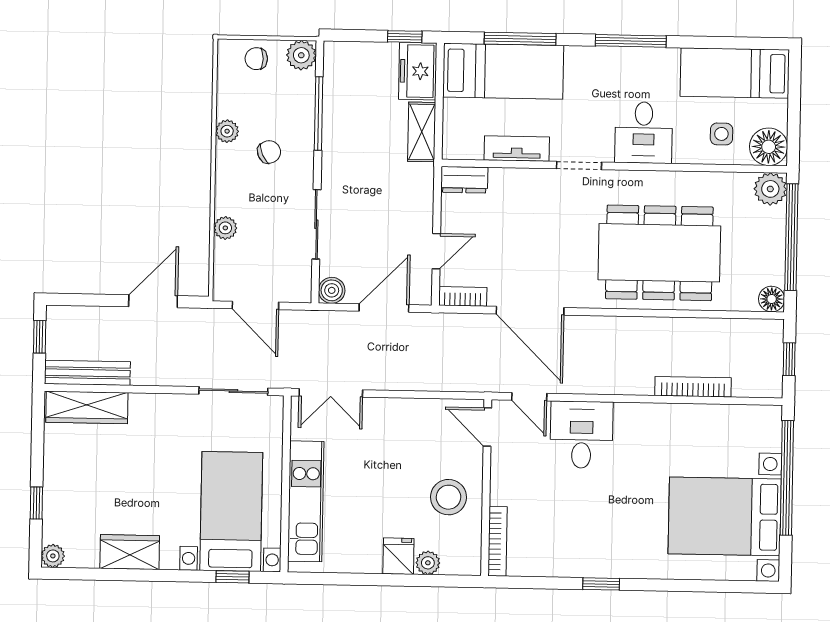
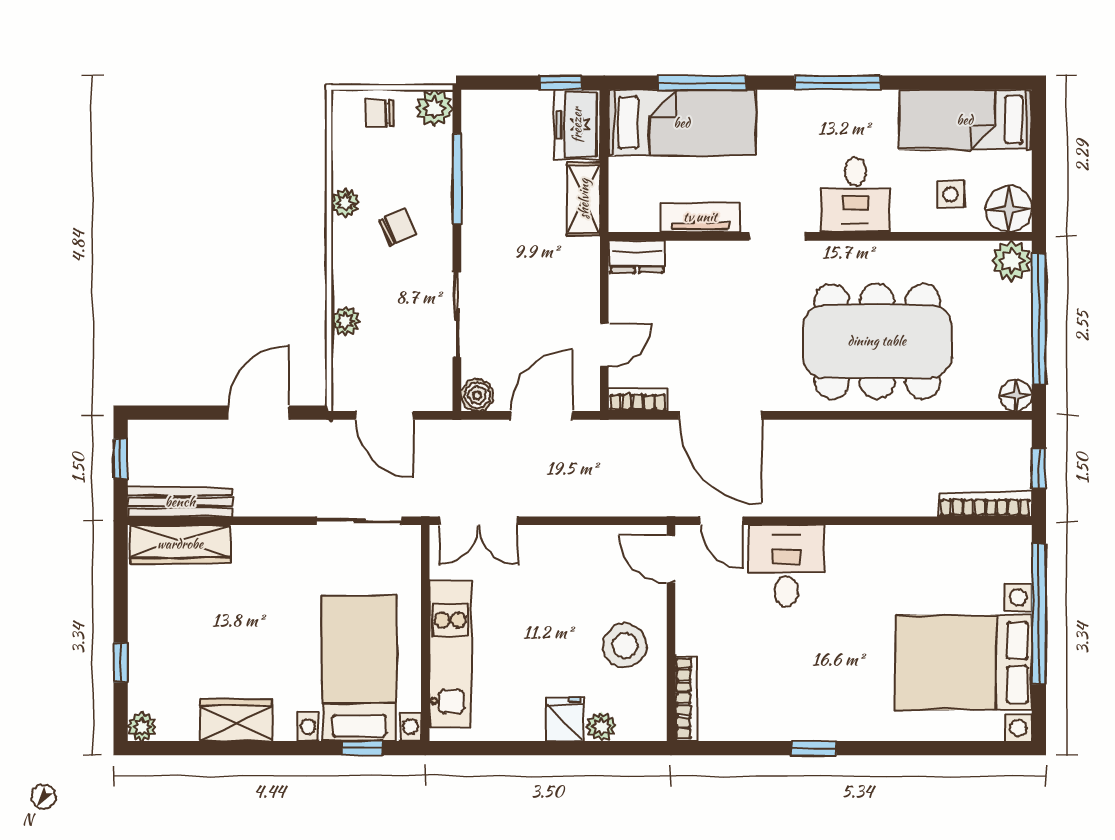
bookcase: (693, 387) -> (985, 505), moved

